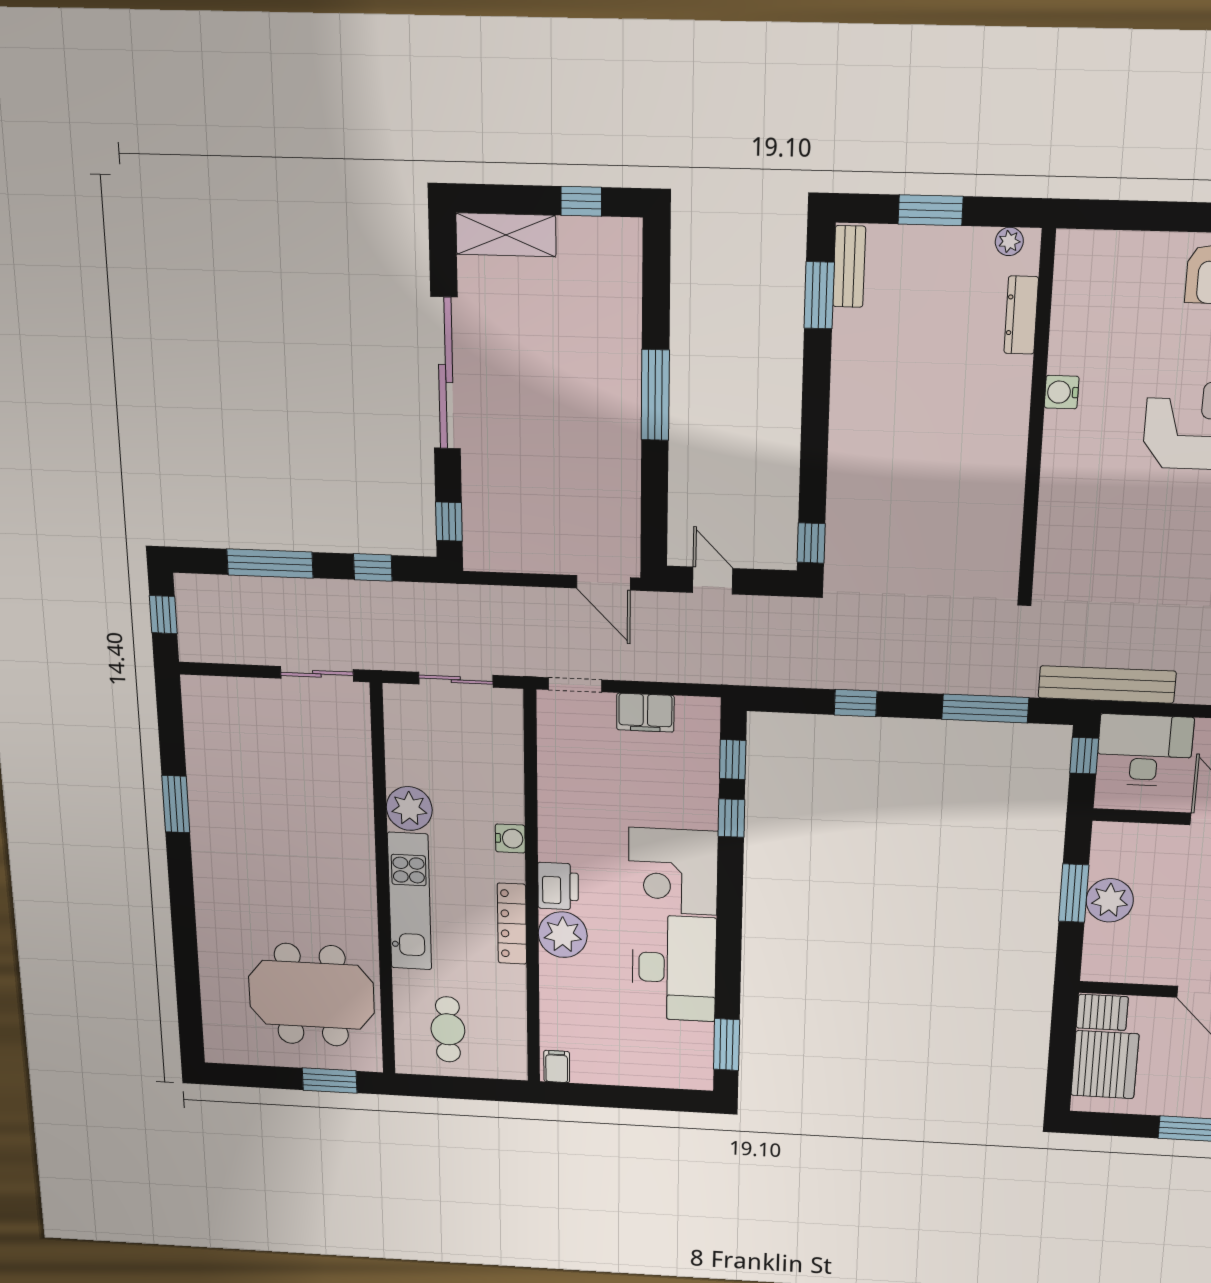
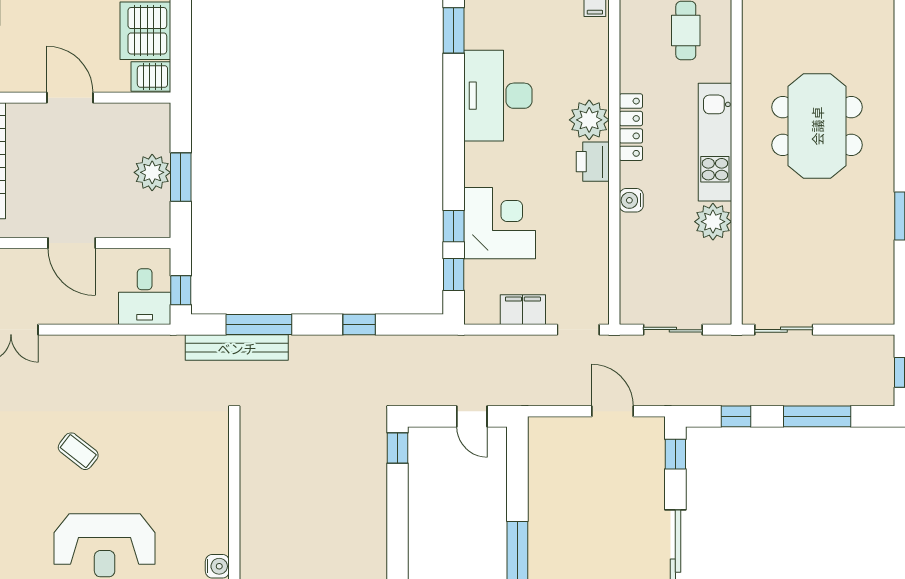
door: (603, 583) -> (613, 411), moved
bench: (1107, 684) -> (237, 348), moved
desk: (1145, 750) -> (145, 297), width x0.73
corner desk: (673, 871) -> (500, 223), moved
meeting table: (311, 995) -> (817, 126), moved, turned 90

